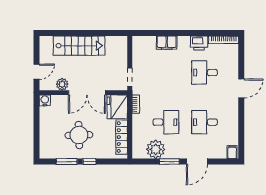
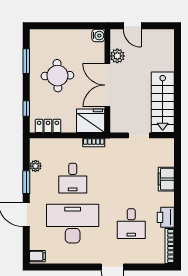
stairs: (79, 46) -> (163, 102), moved
desk: (205, 72) -> (131, 224), turned 180
doorway: (130, 77) -> (139, 135), moved
desk: (205, 122) -> (73, 224), width x1.87, depth x1.30
locker: (122, 137) -> (48, 126), width x0.66
plant: (156, 149) -> (36, 166), width x0.53, depth x0.53
window: (89, 161) -> (26, 108), moved

